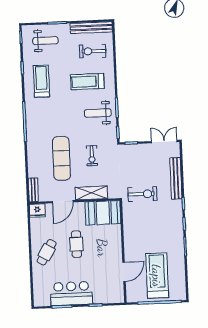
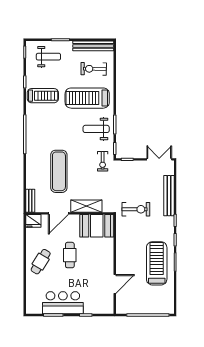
treadmill: (41, 81) -> (43, 96), turned 90
treadmill: (87, 82) -> (87, 98), width x1.37, depth x1.38
exercise bike: (92, 156) -> (103, 161), moved
treadmill: (157, 276) -> (157, 263), moved

